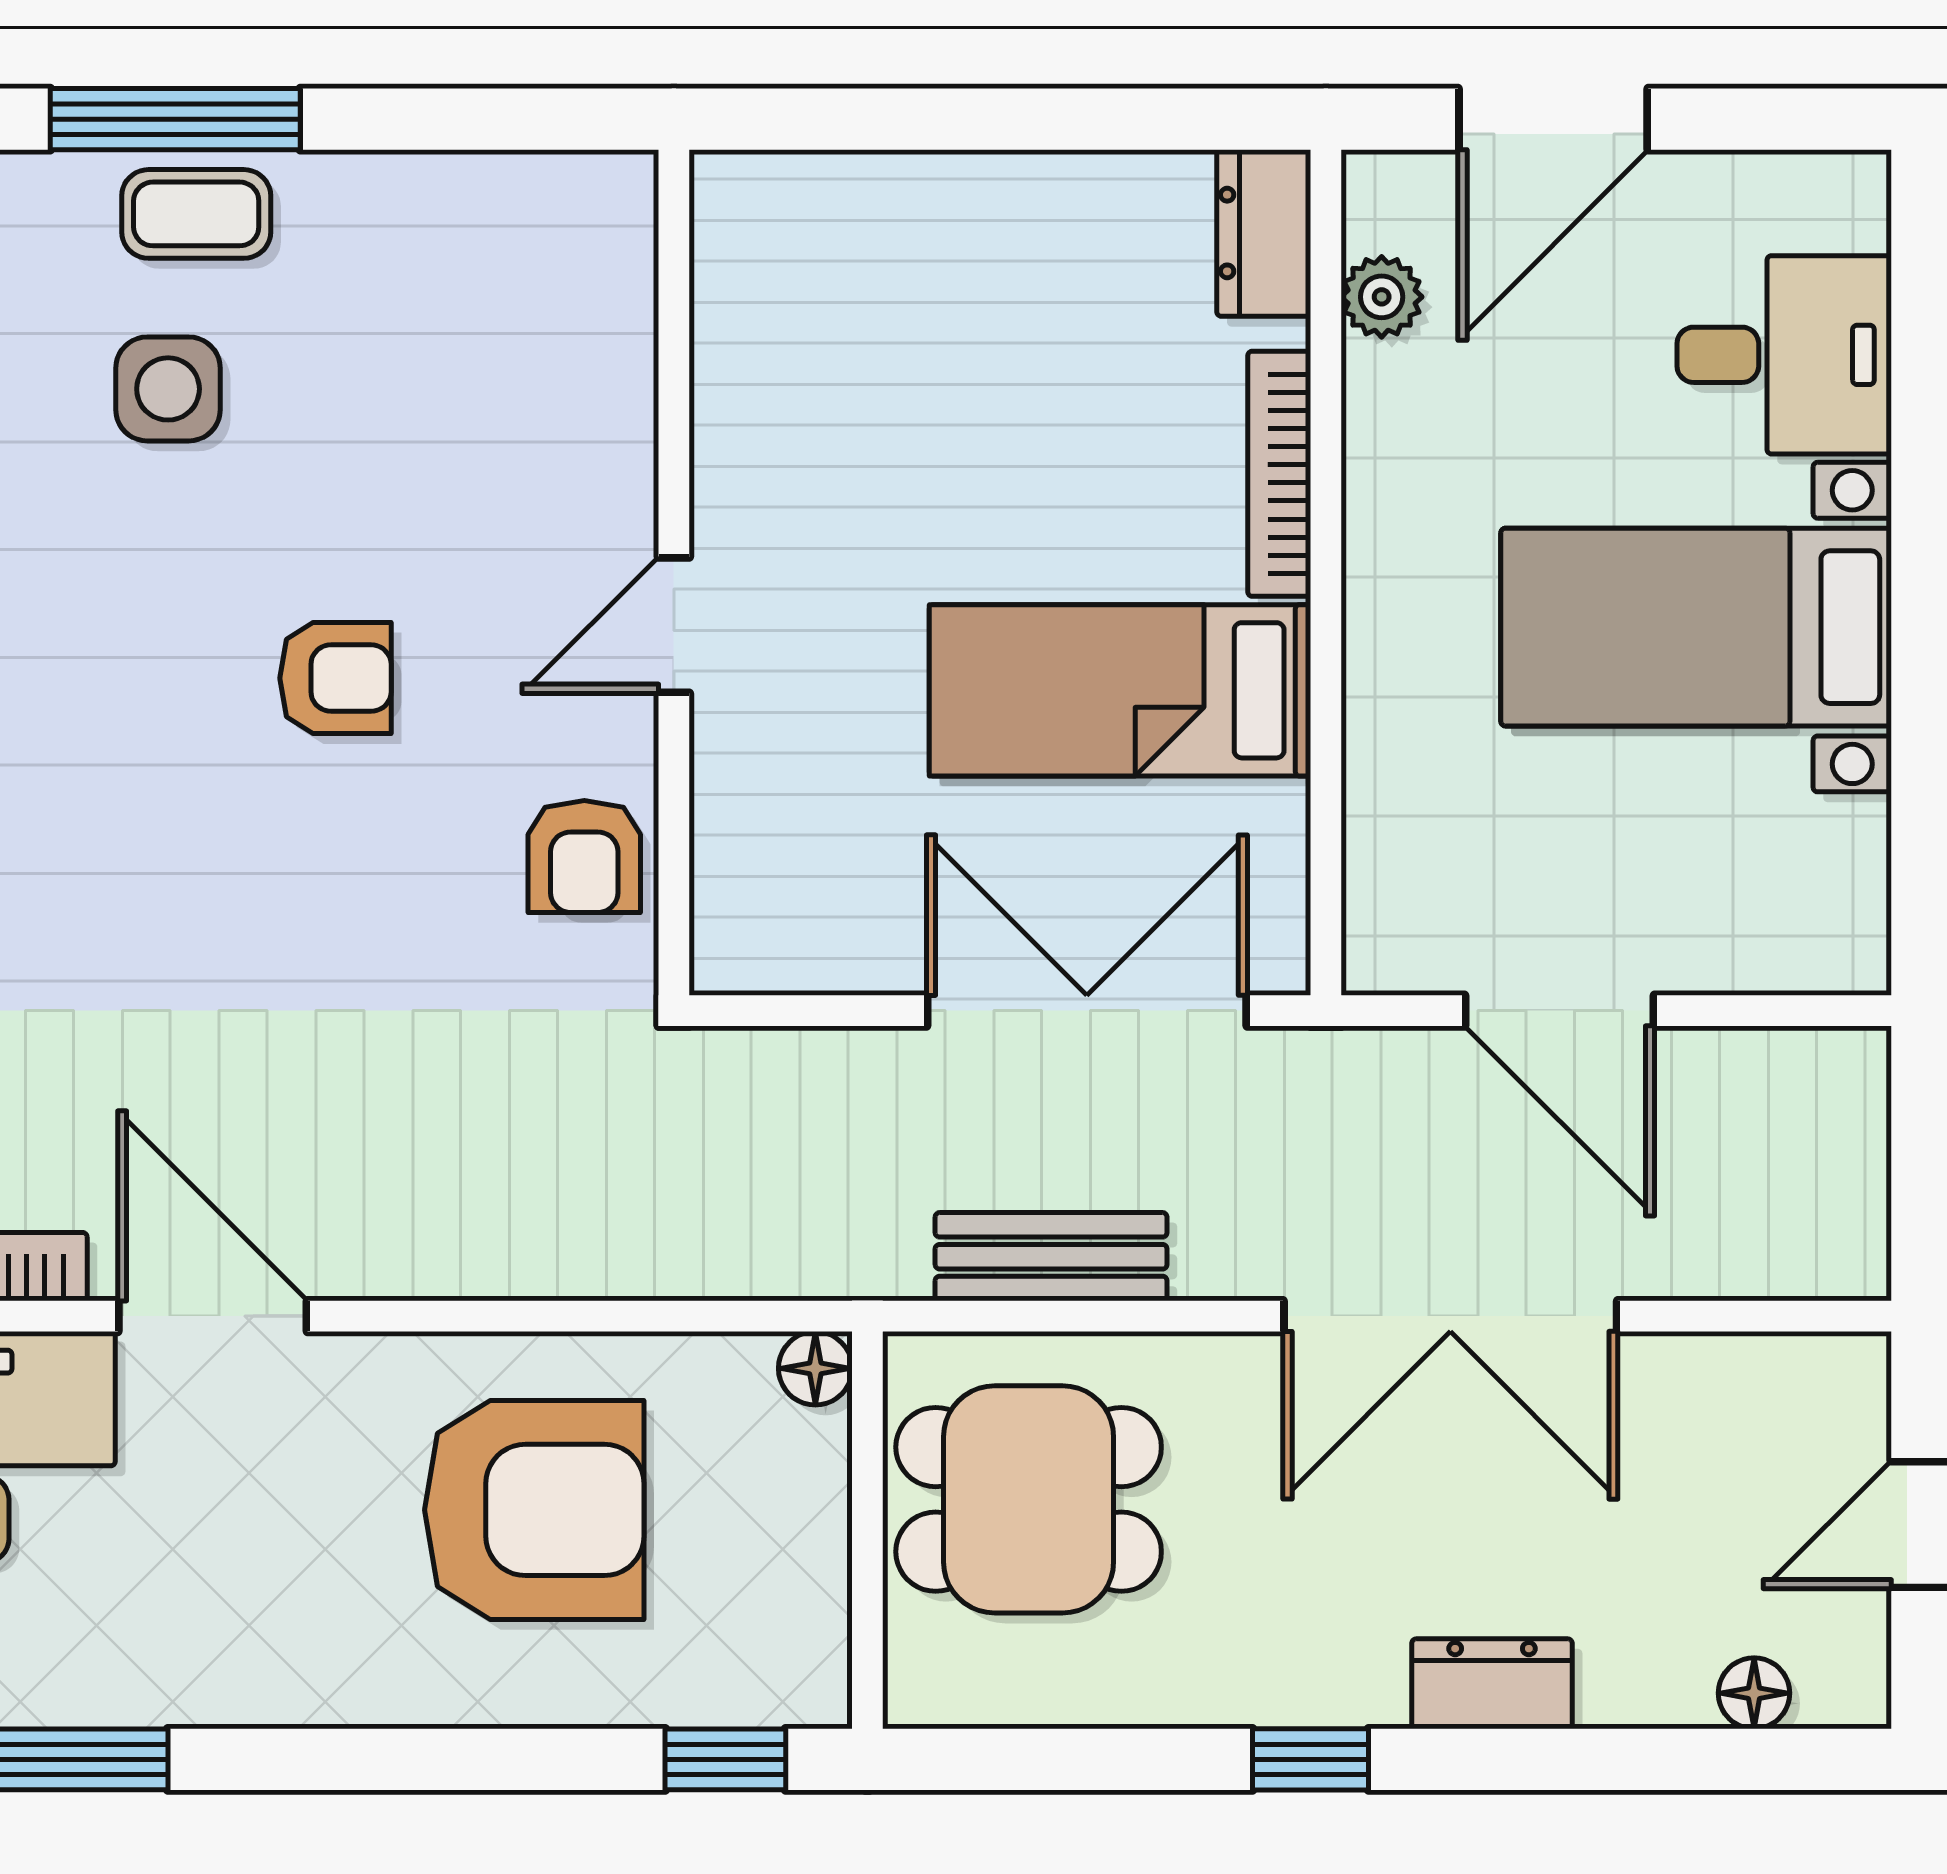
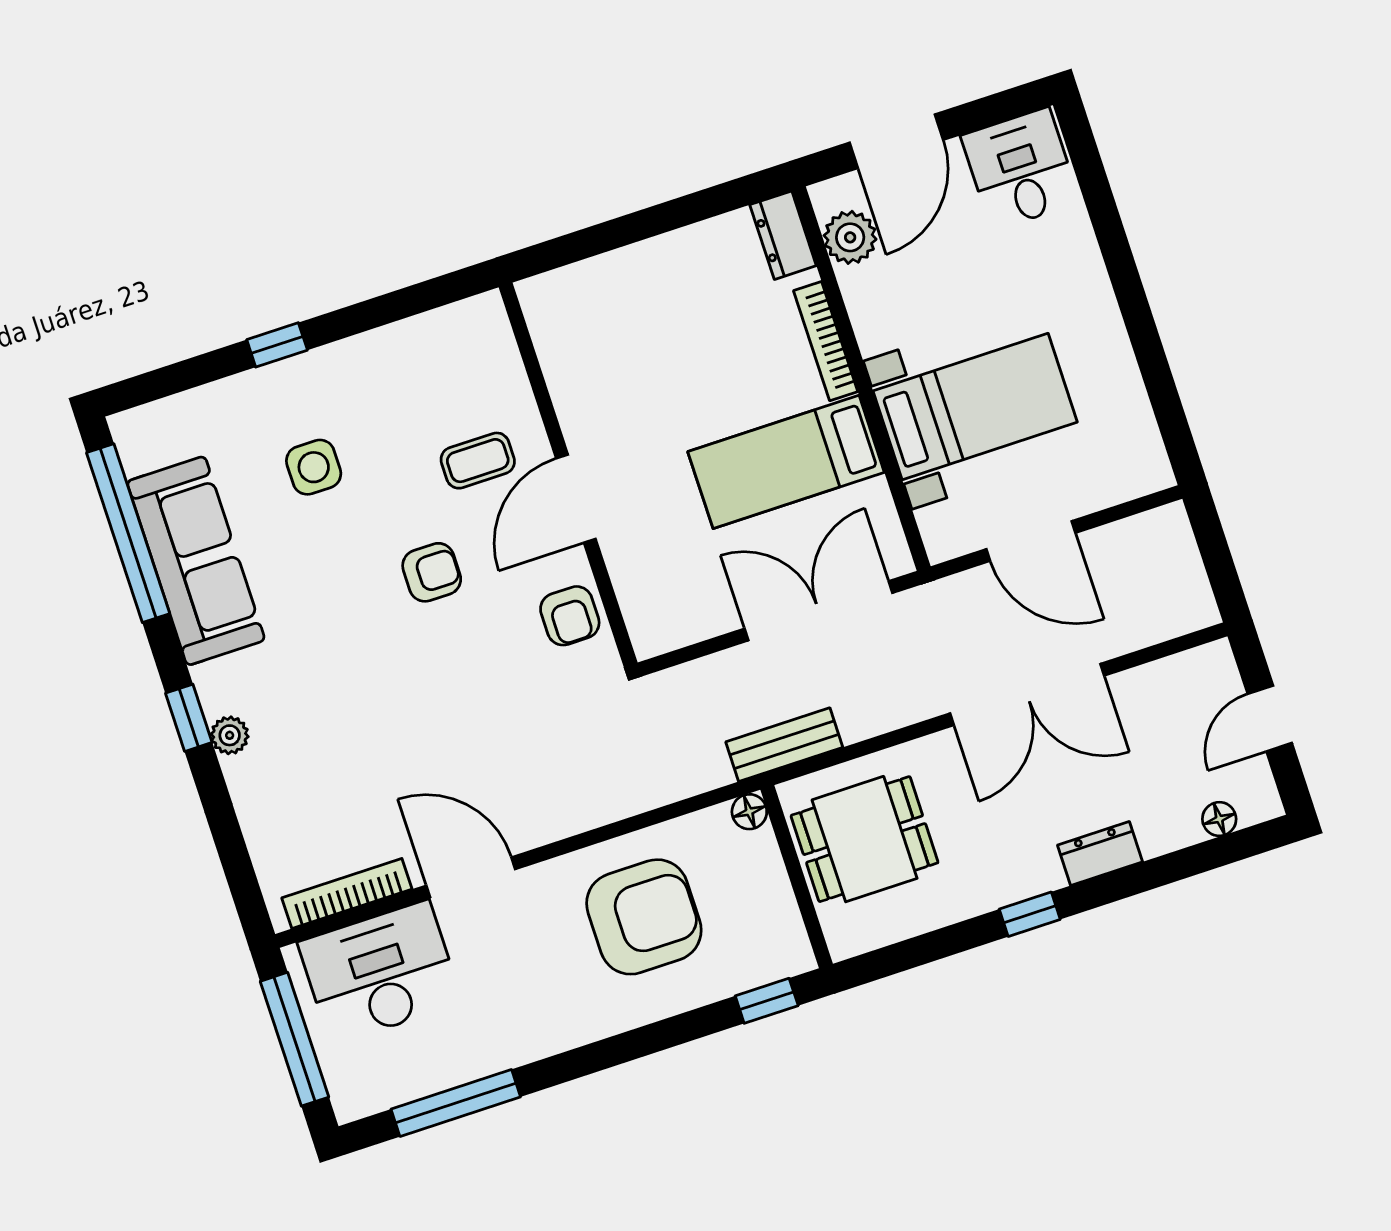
window: (175, 119) -> (277, 345), width x0.46
coffee table: (196, 214) -> (478, 461), moved
plant: (1382, 297) -> (850, 237), width x1.38, depth x1.38
desk: (1784, 355) -> (1020, 169), moved, turned -90
door: (674, 625) -> (576, 499), width x1.38
bed with nightstands: (1696, 627) -> (975, 406), moved, turned 180
bench: (1051, 1257) -> (784, 745), moved

